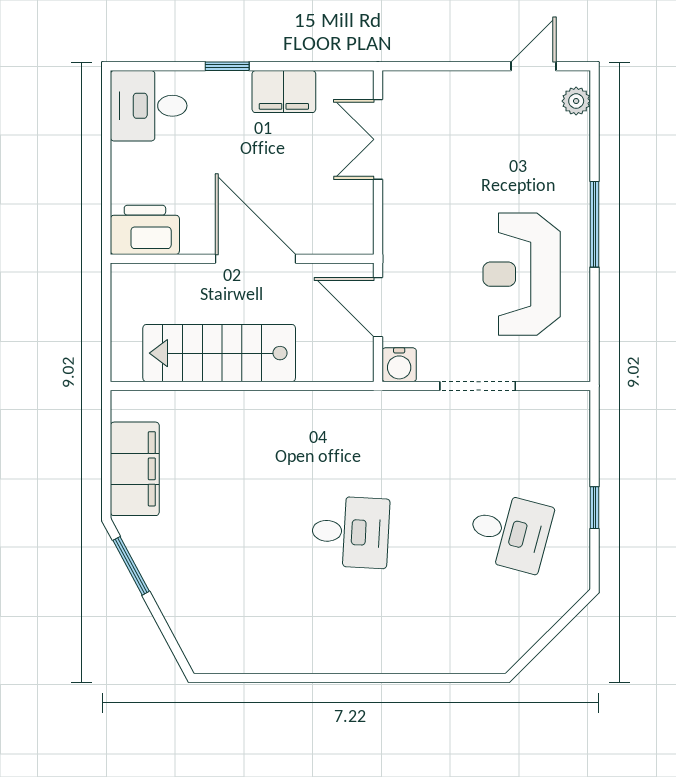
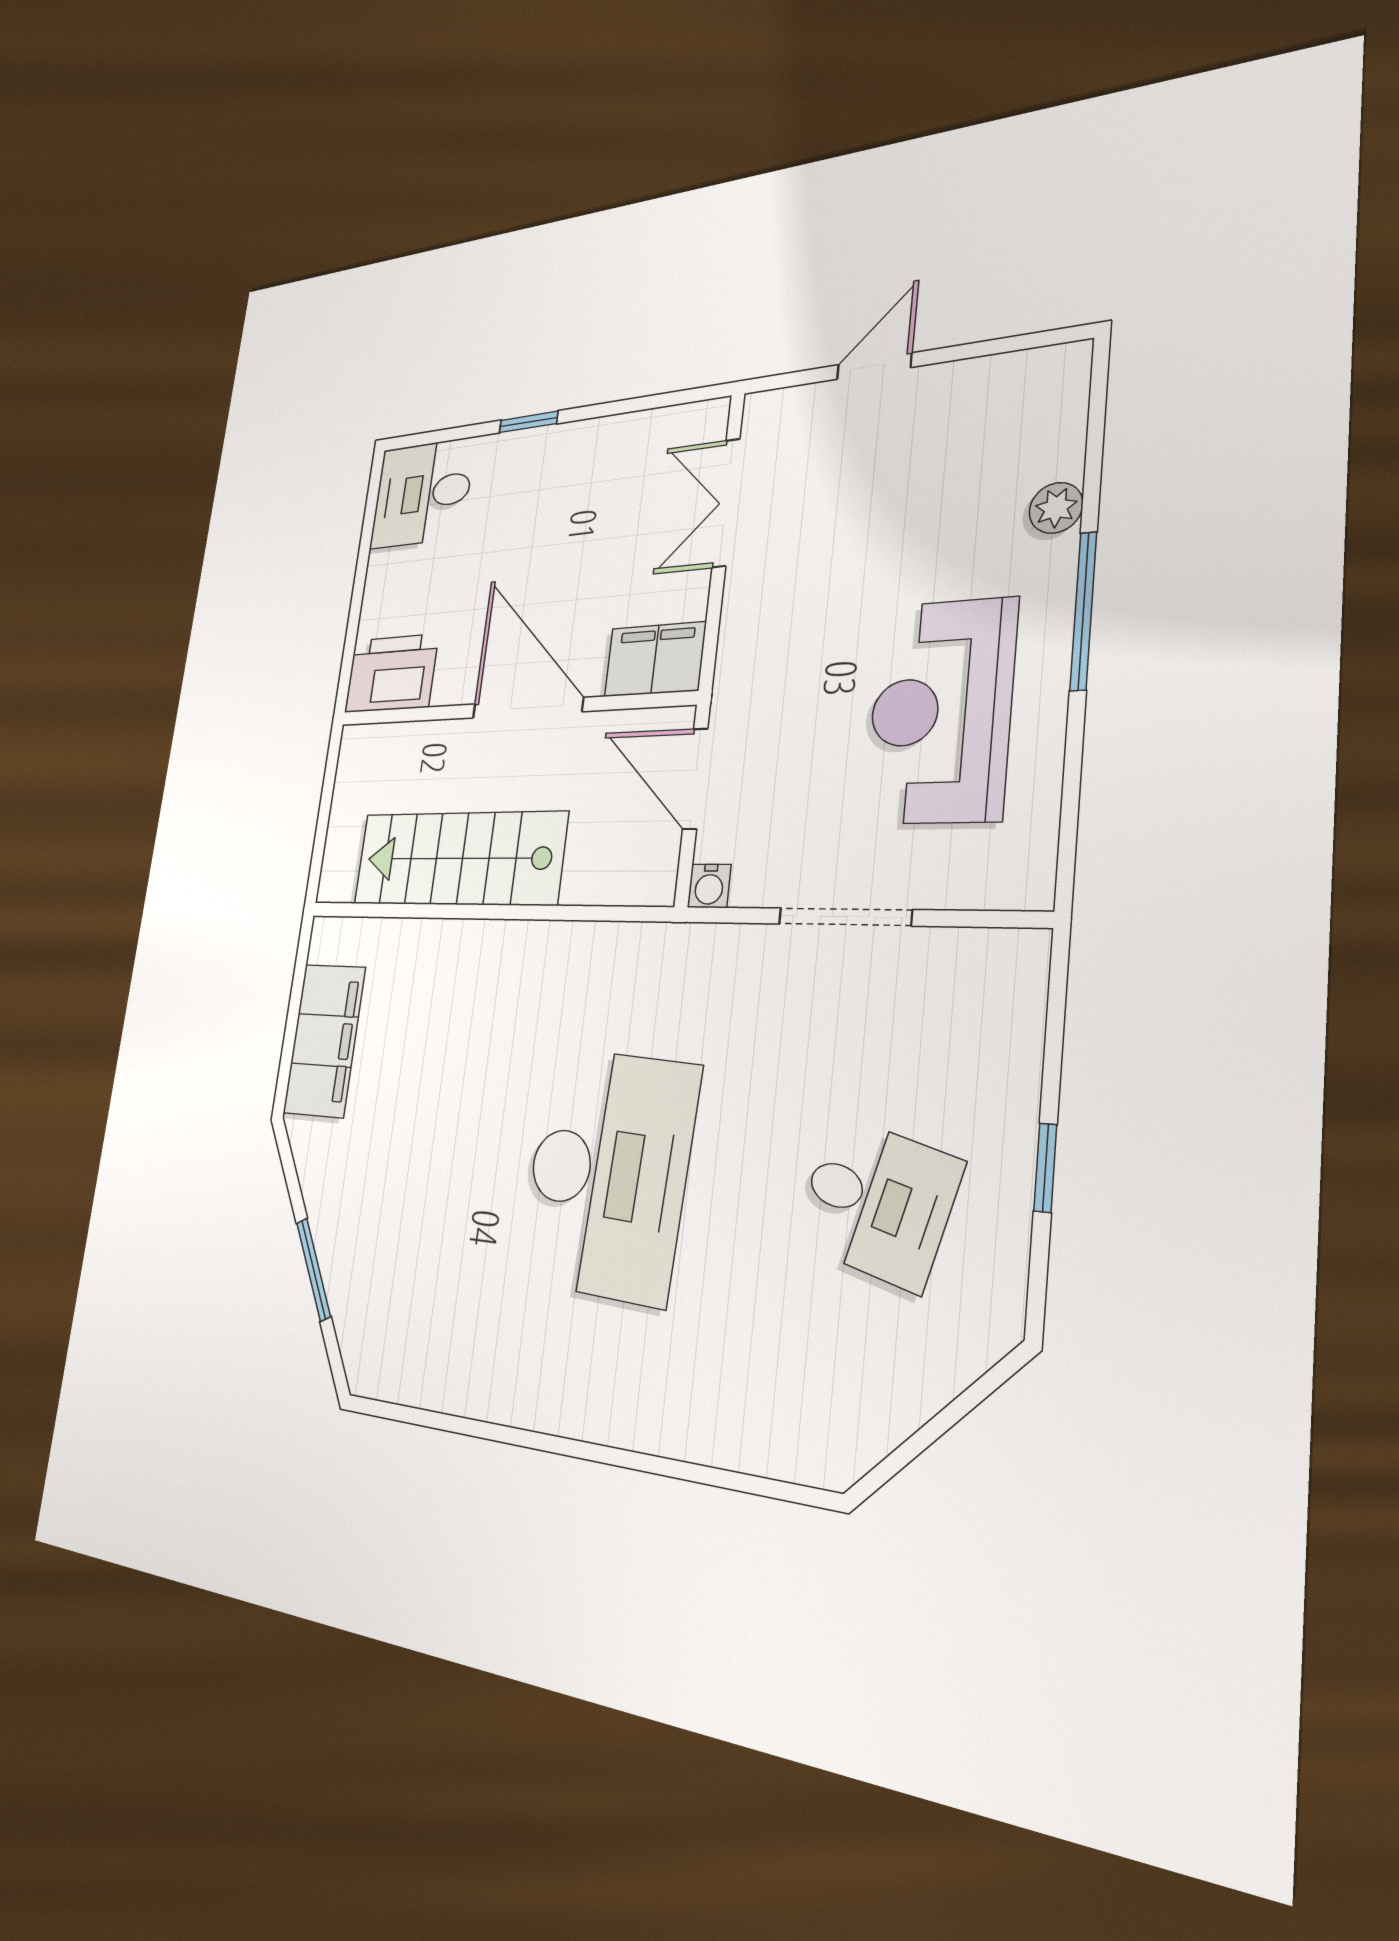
door: (533, 66) -> (874, 366), moved
filing cabinet: (284, 92) -> (655, 659), moved, turned 180
plant: (576, 101) -> (1056, 508), moved
water cooler: (399, 365) -> (709, 886), width x0.72, depth x0.72
desk: (350, 532) -> (608, 1173), width x1.87, depth x1.30
window: (131, 566) -> (313, 1269), moved

